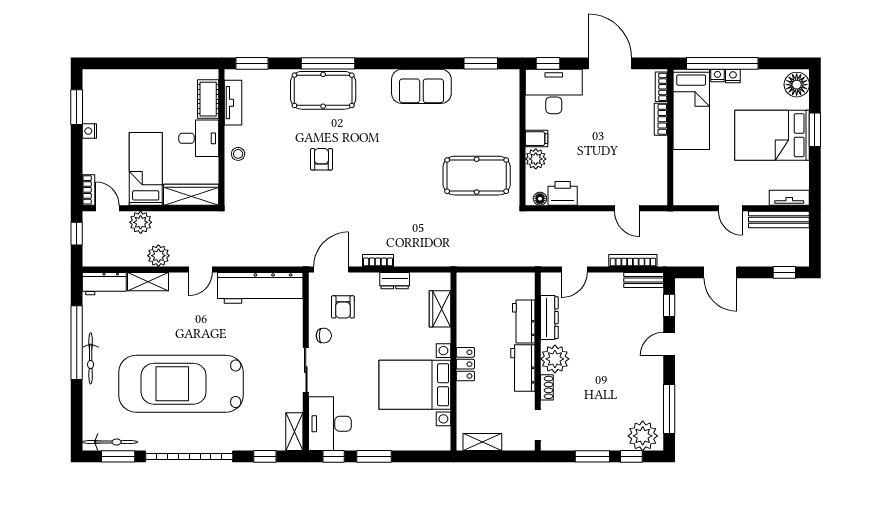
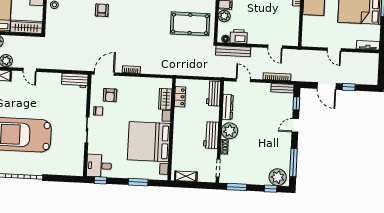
bench: (779, 220) -> (233, 51), moved
door: (200, 270) -> (30, 70), hinge flipped
door: (575, 270) -> (243, 80), swing flipped
window: (784, 272) -> (349, 87), moved
dresser: (395, 281) -> (140, 82), removed
workbench: (260, 288) -> (75, 80), width x0.53, depth x0.76
workbench: (524, 322) -> (214, 93), moved
locker: (465, 364) -> (180, 97), moved
bed with nightstands: (415, 385) -> (149, 142), width x1.36
desk: (330, 424) -> (99, 166), width x0.73
shelving: (294, 432) -> (79, 165), removed
window: (265, 456) -> (61, 178), removed
window: (374, 456) -> (138, 182), moved
window: (592, 456) -> (237, 187), moved

